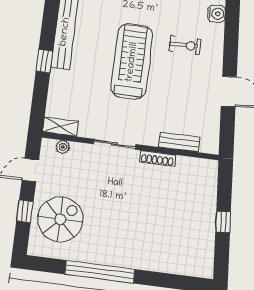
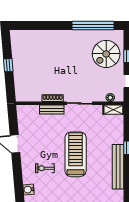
treadmill: (132, 62) -> (76, 154), turned 180
bench: (179, 142) -> (52, 110), moved
window: (100, 272) -> (93, 26), moved

